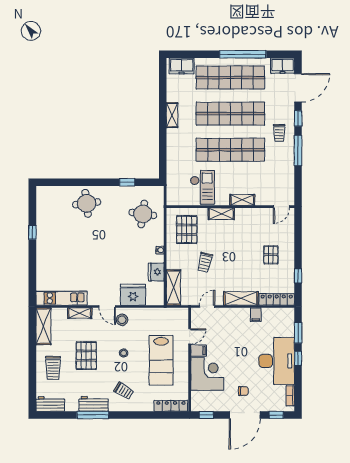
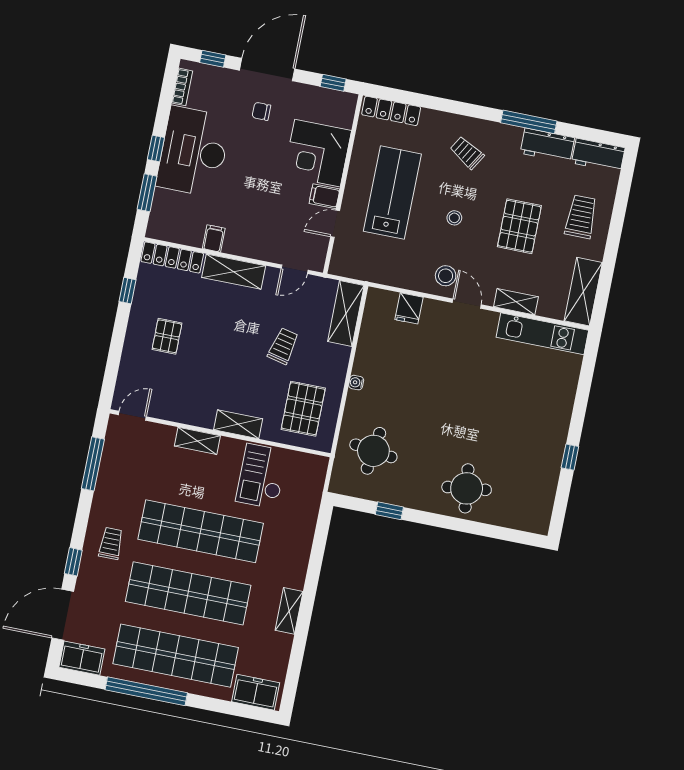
window: (298, 150) -> (93, 464), moved
fridge: (156, 272) -> (370, 346), removed
fridge: (133, 295) -> (409, 308), width x0.53, depth x0.75
workbench: (94, 404) -> (547, 145), moved

